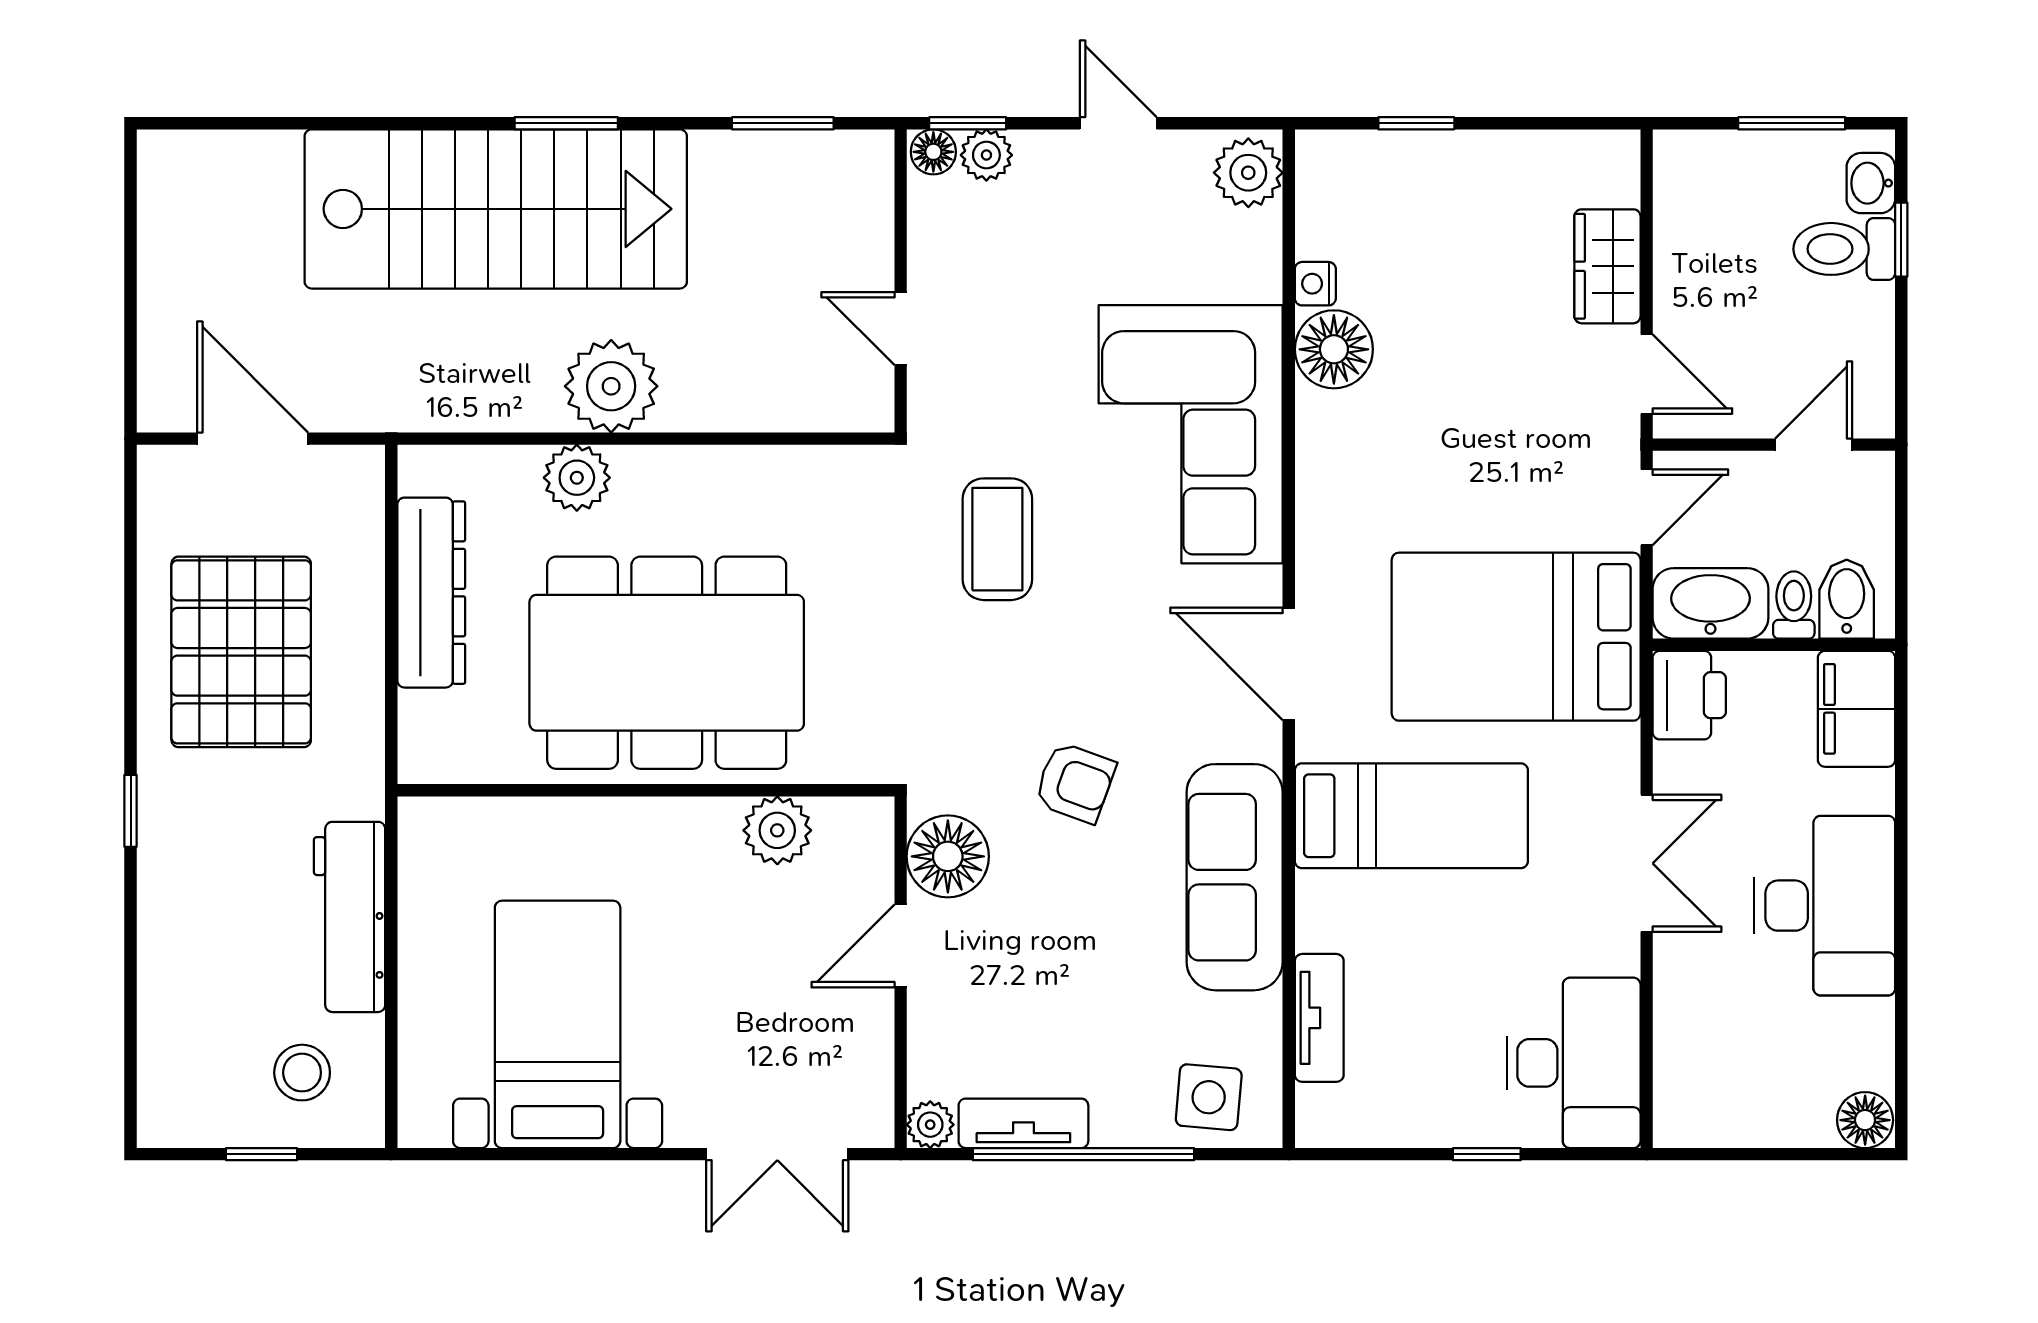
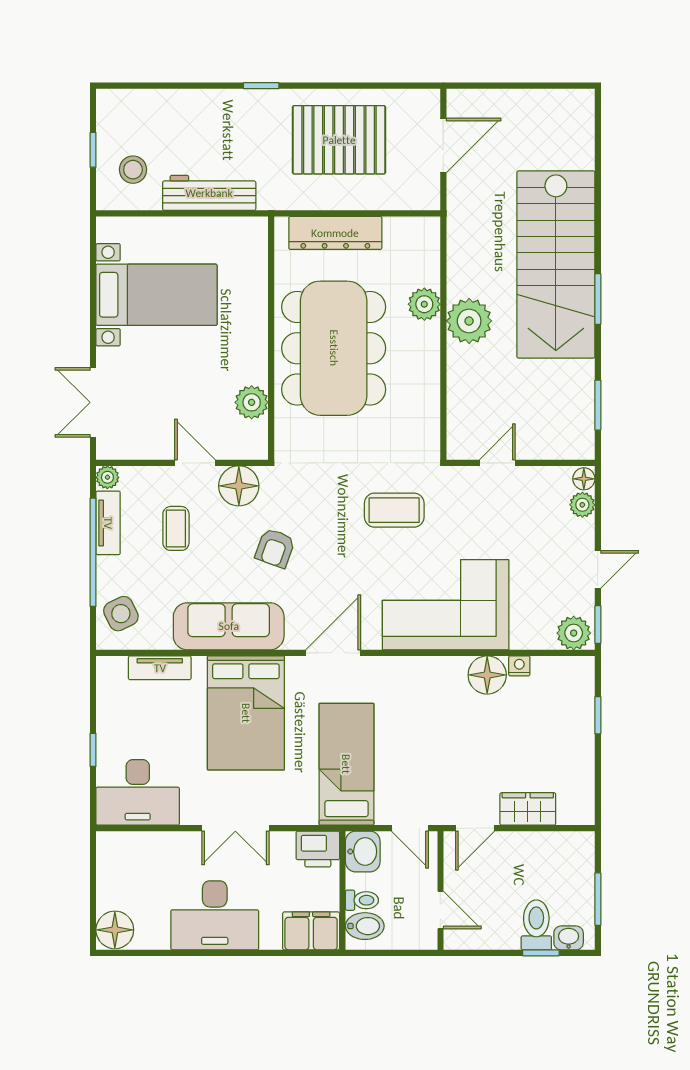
window: (968, 123) -> (598, 625), moved
dresser: (431, 593) -> (335, 233), moved
washbasin: (1710, 603) -> (363, 852), width x0.72
bed: (1516, 637) -> (346, 764), width x0.67
bed: (1411, 816) -> (246, 713), width x1.50
coffee table: (1035, 985) -> (176, 528), added
side table: (1209, 1097) -> (121, 614), turned -31
floor lamp: (1865, 1120) -> (115, 930), width x1.38, depth x1.38

